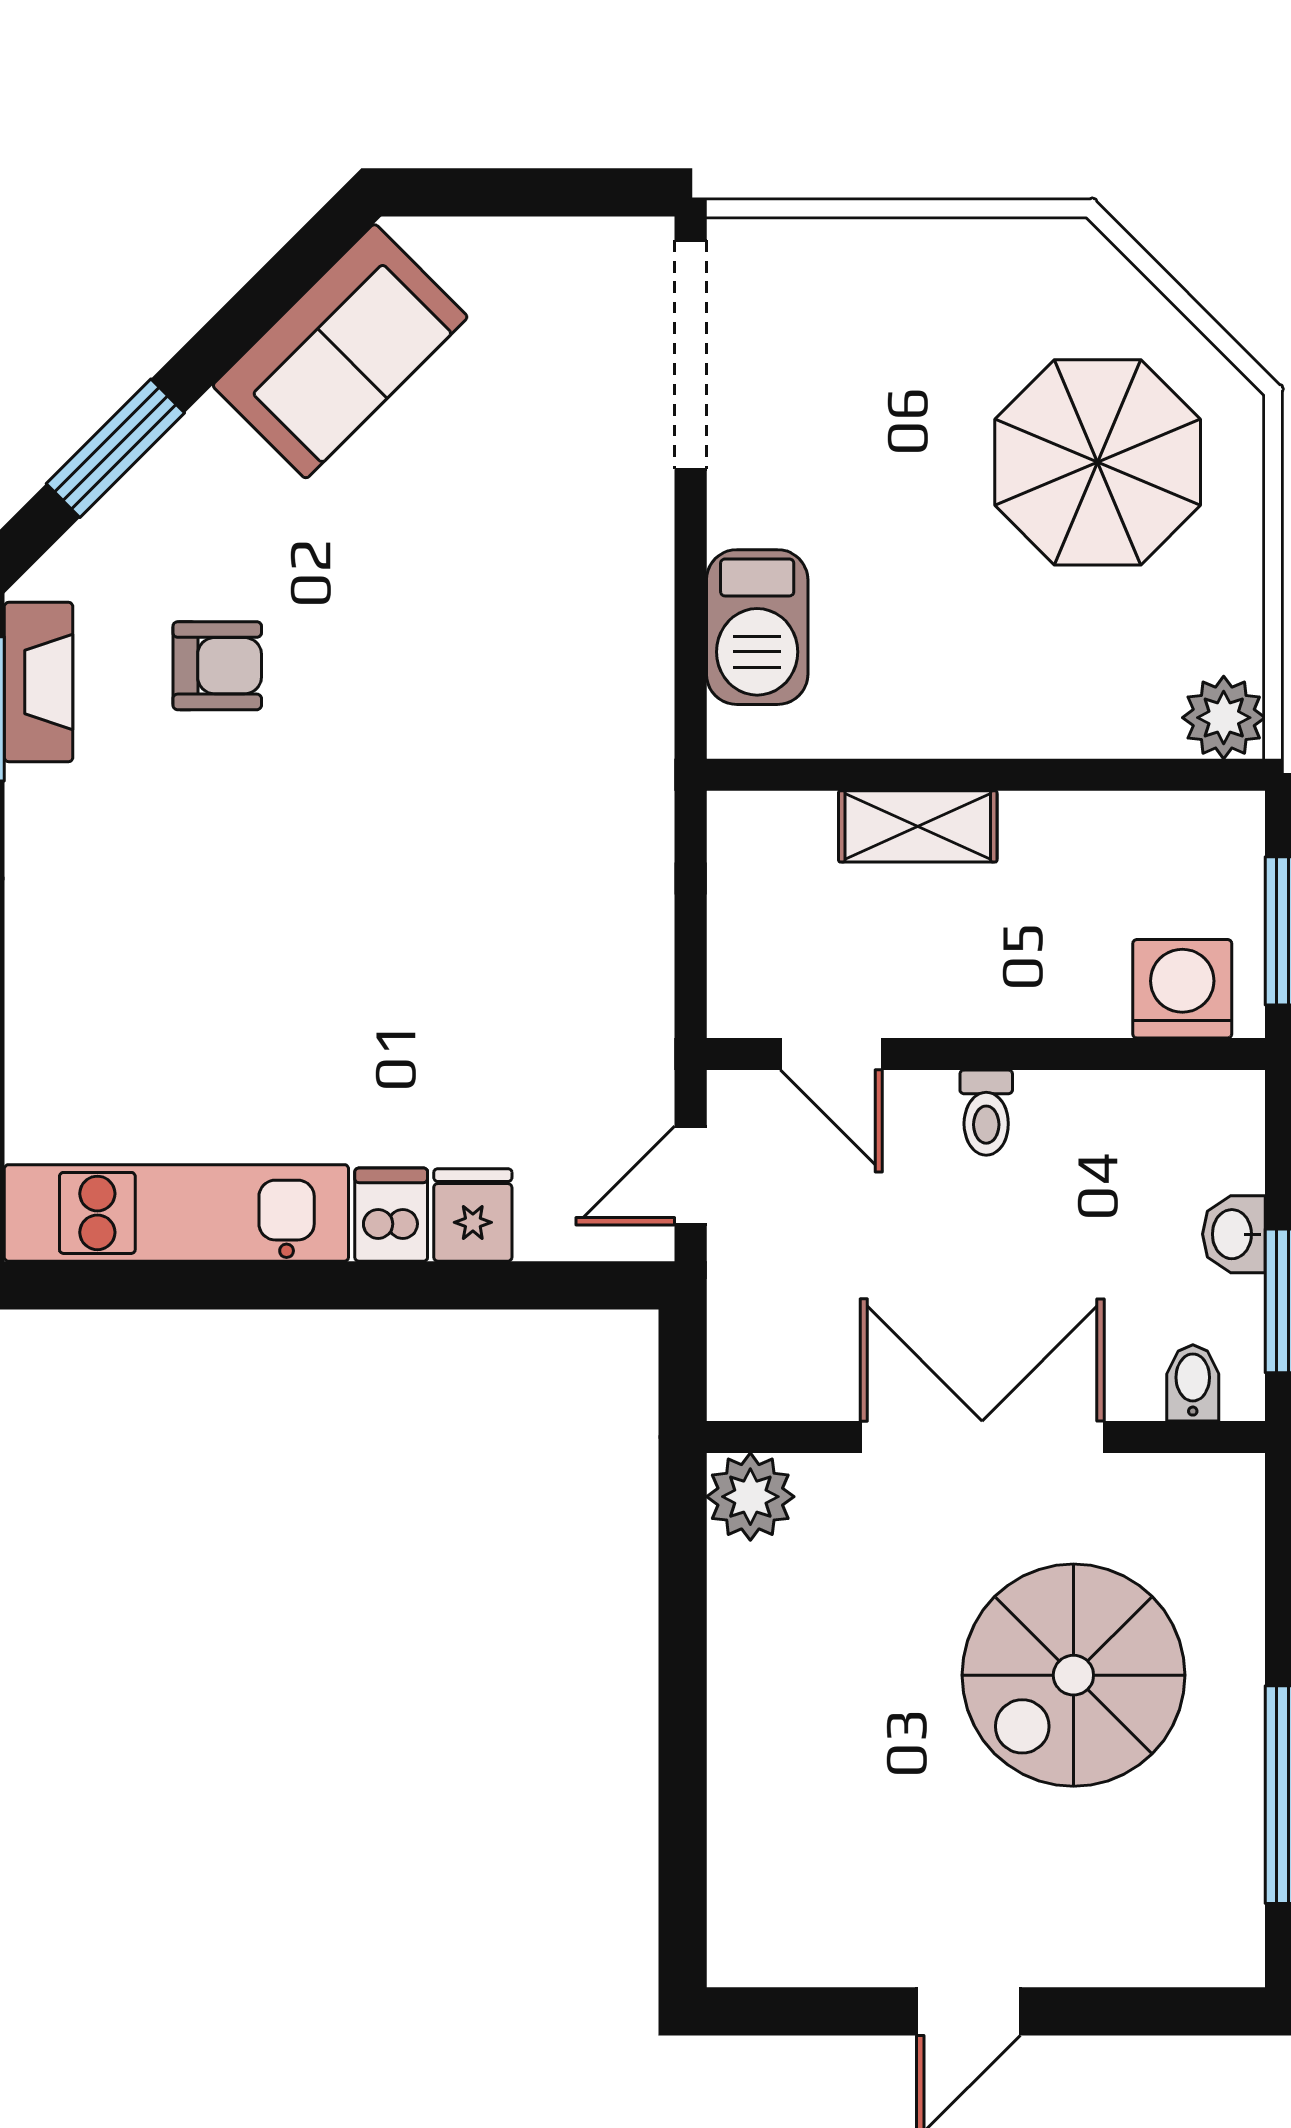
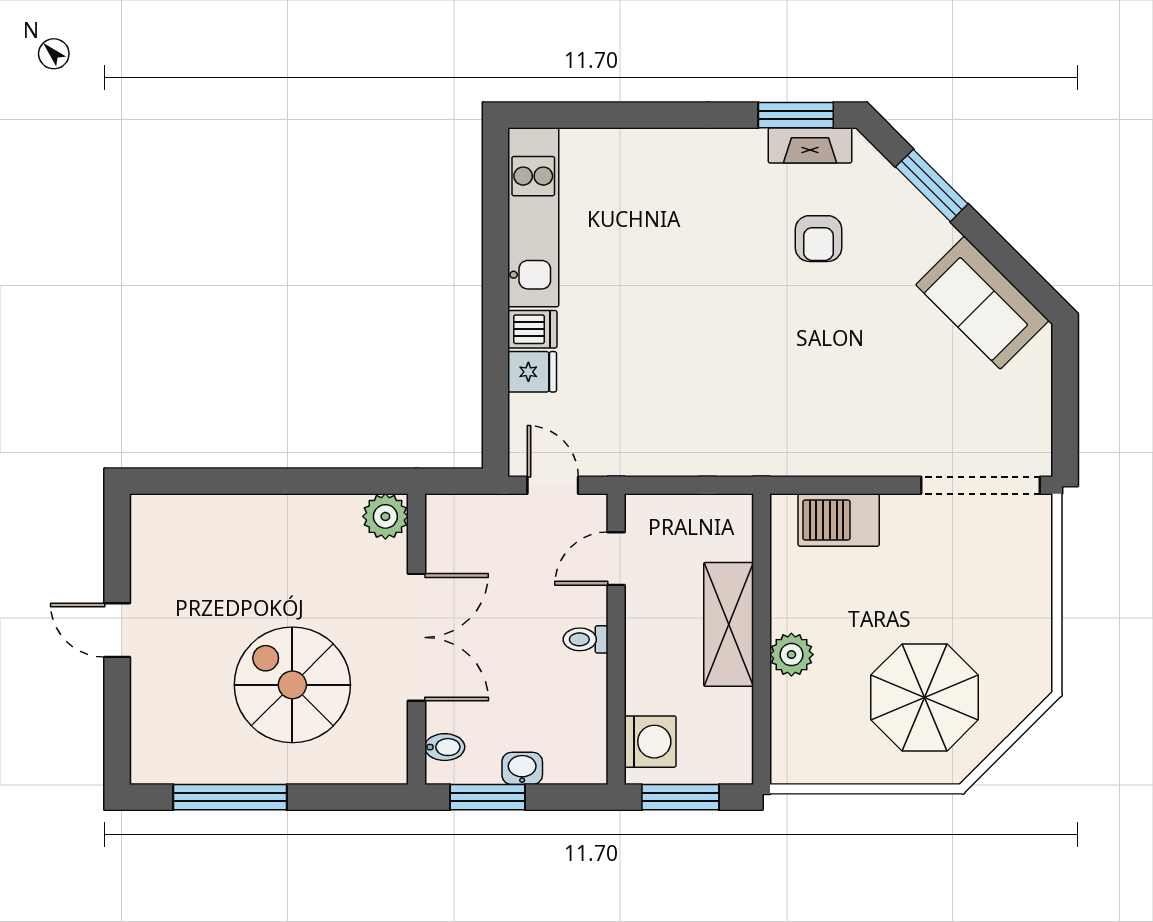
plant: (1224, 718) -> (791, 655), moved
shelving: (918, 826) -> (729, 624), width x1.50, depth x1.33

